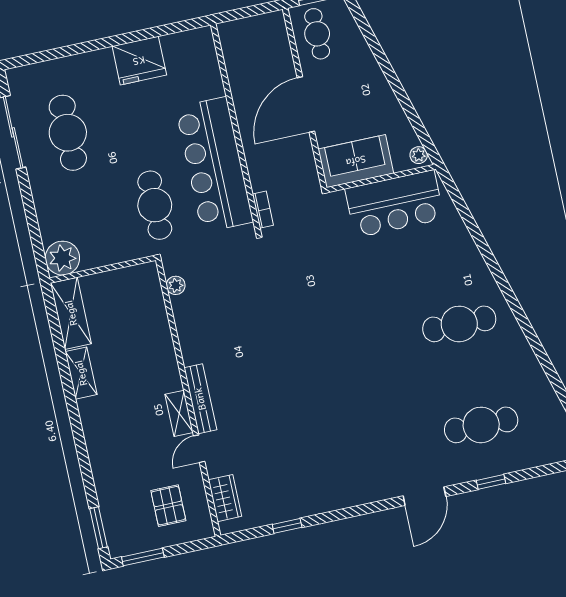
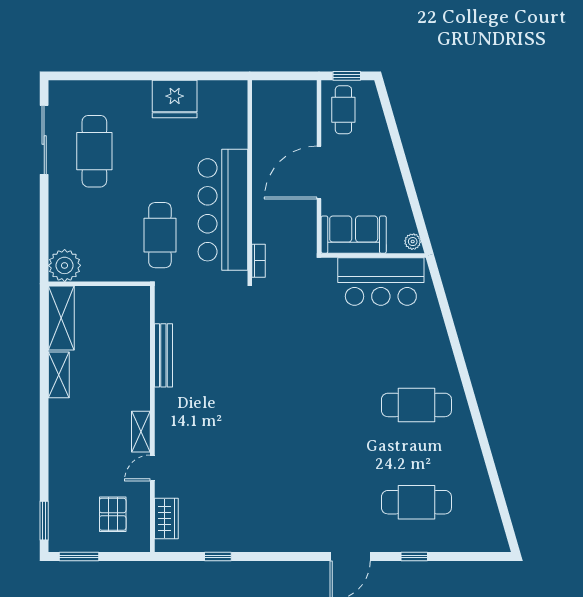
plant: (176, 285) -> (163, 313), removed
bench: (200, 399) -> (163, 355), moved

